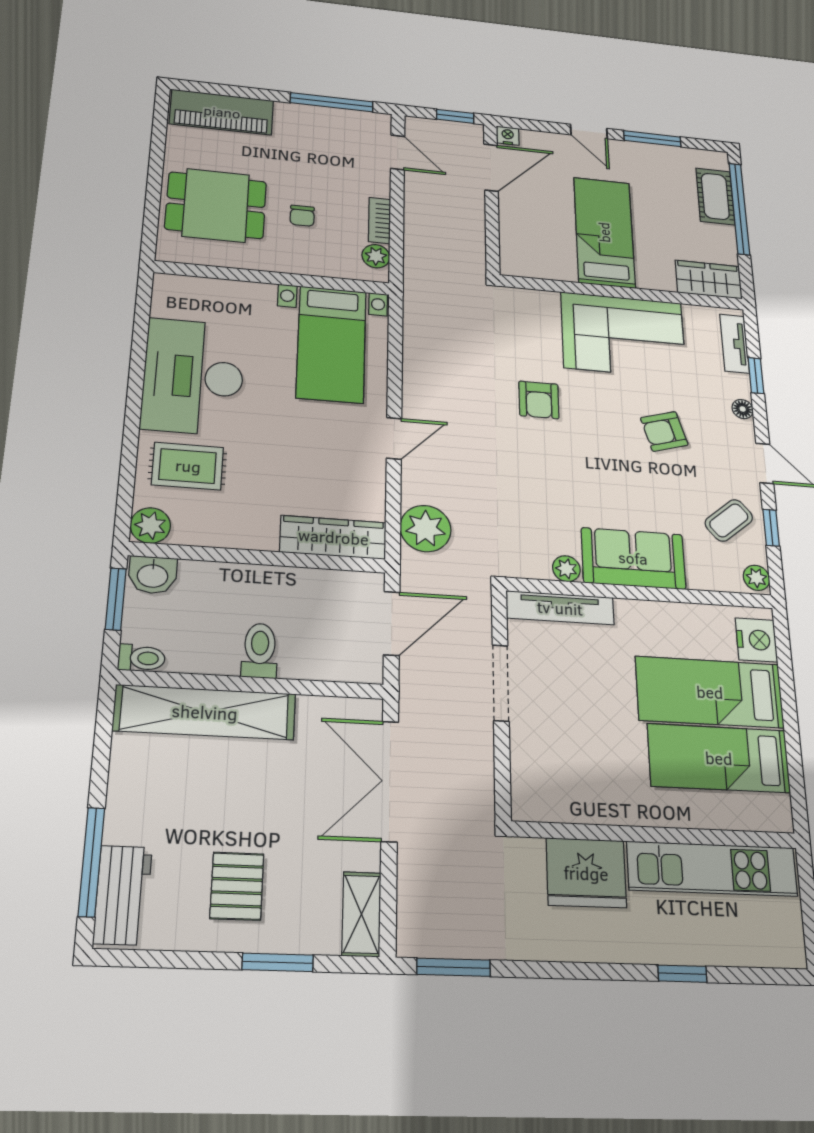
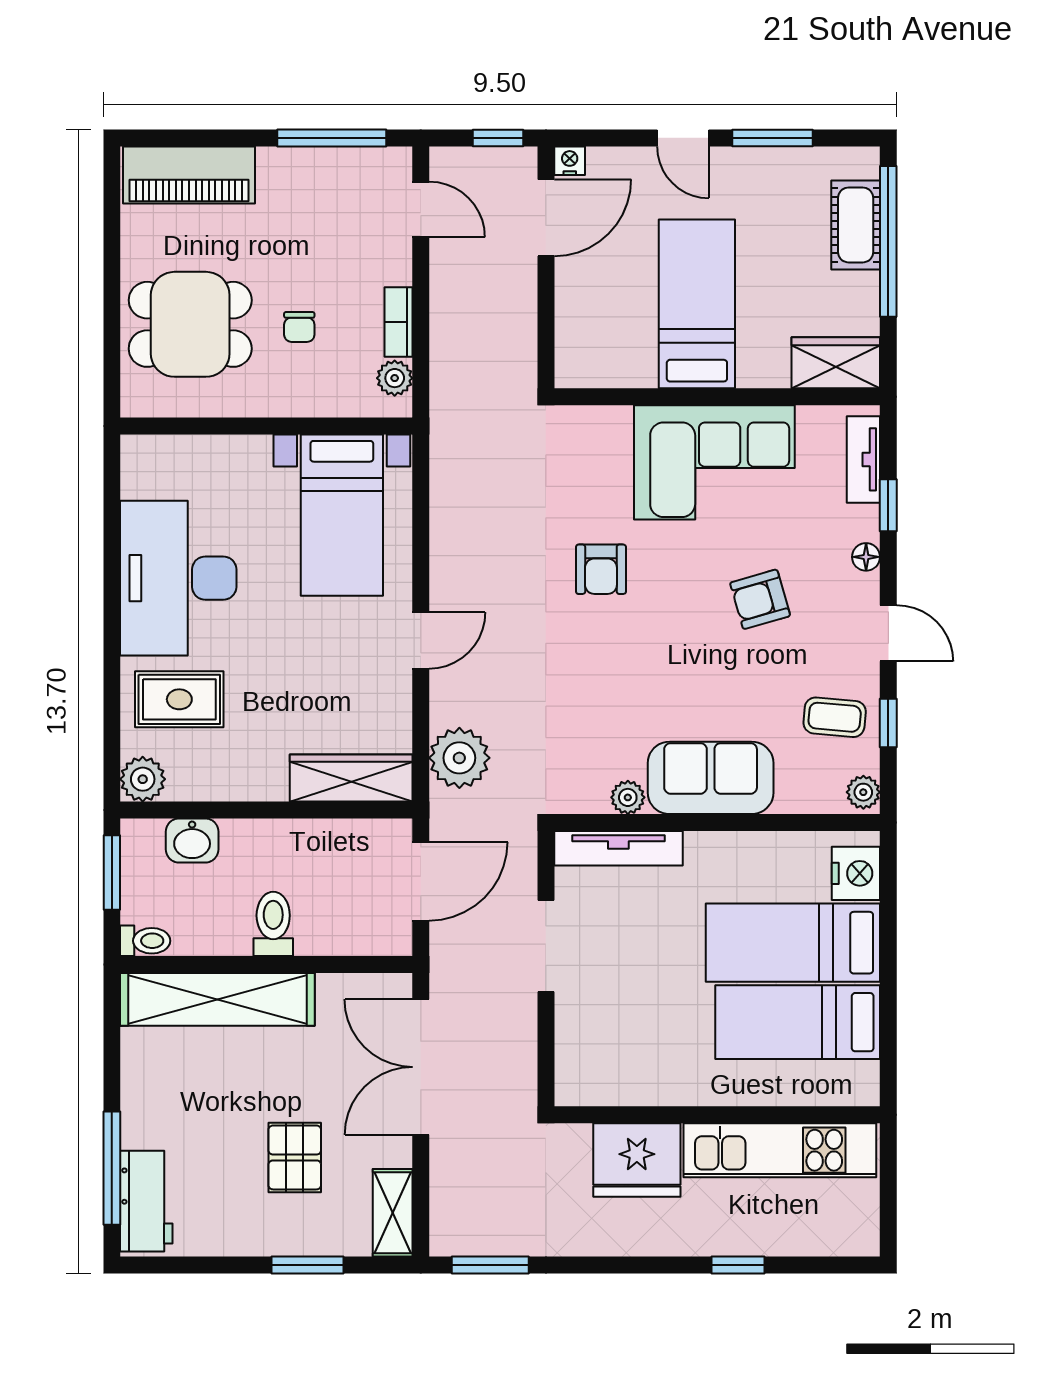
coffee table: (729, 520) -> (835, 717), turned 45
washbasin: (153, 575) -> (192, 841), moved
pallet: (237, 886) -> (295, 1157), moved

